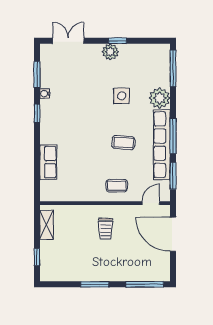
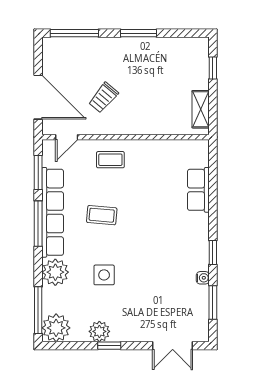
plant: (110, 52) -> (99, 331), moved
plant: (159, 55) -> (56, 328), added
trolley: (106, 229) -> (103, 98), moved, turned -141

